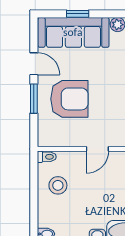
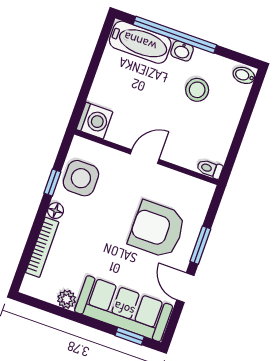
window: (78, 14) -> (130, 336), moved
stool: (58, 185) -> (197, 90), moved

